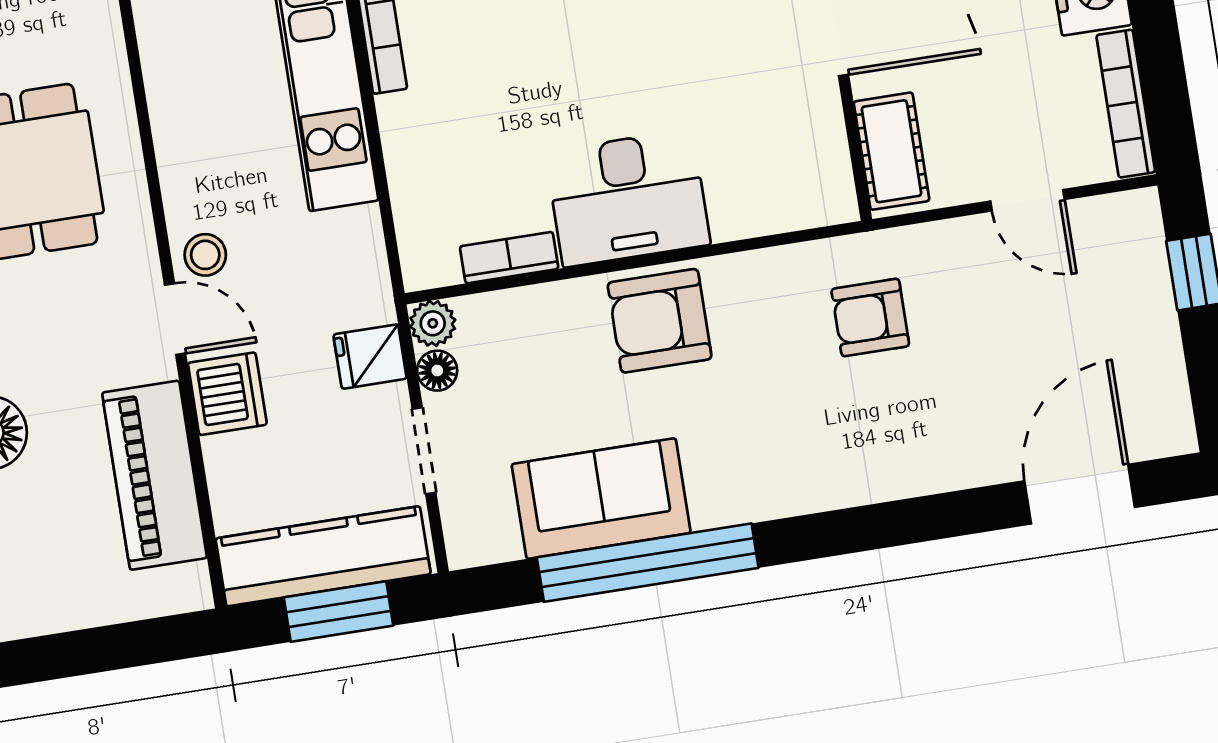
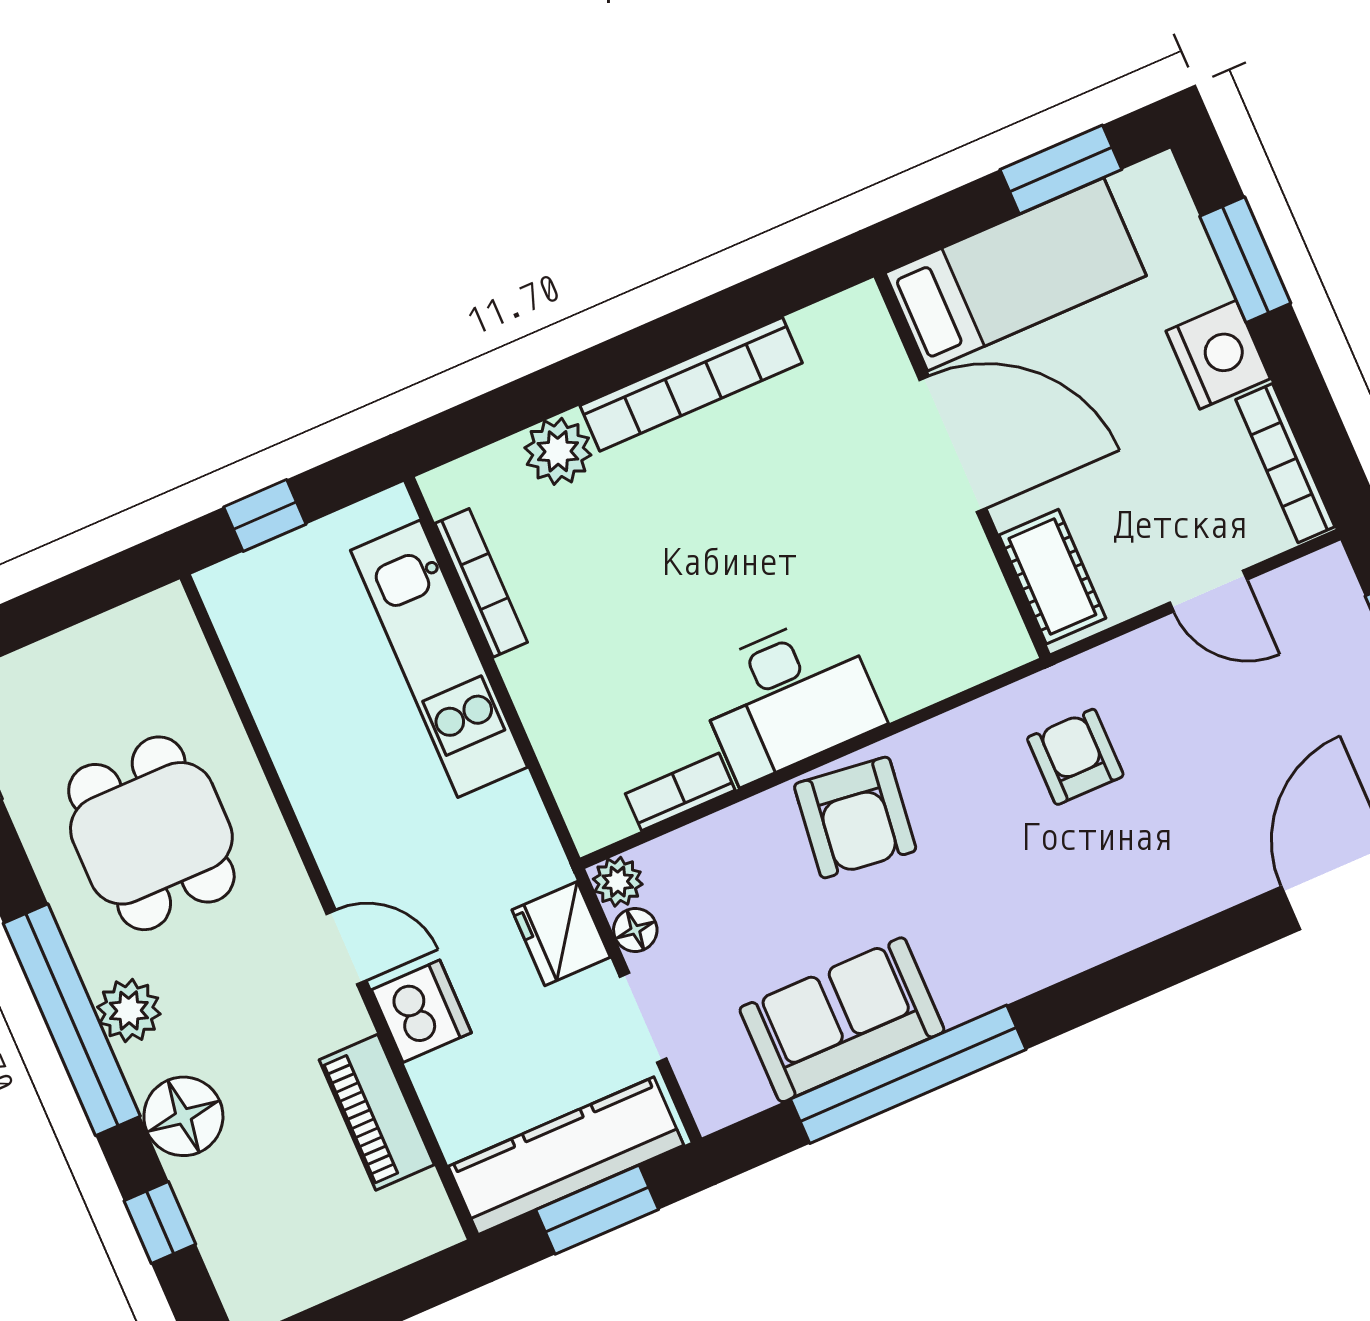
stool: (205, 255) -> (361, 872), removed
armchair: (870, 317) -> (1075, 757), turned 90
armchair: (660, 321) -> (855, 817), turned -83
fridge: (370, 357) -> (561, 934), width x1.38
piano: (155, 475) -> (377, 1112), width x0.73, depth x0.75

